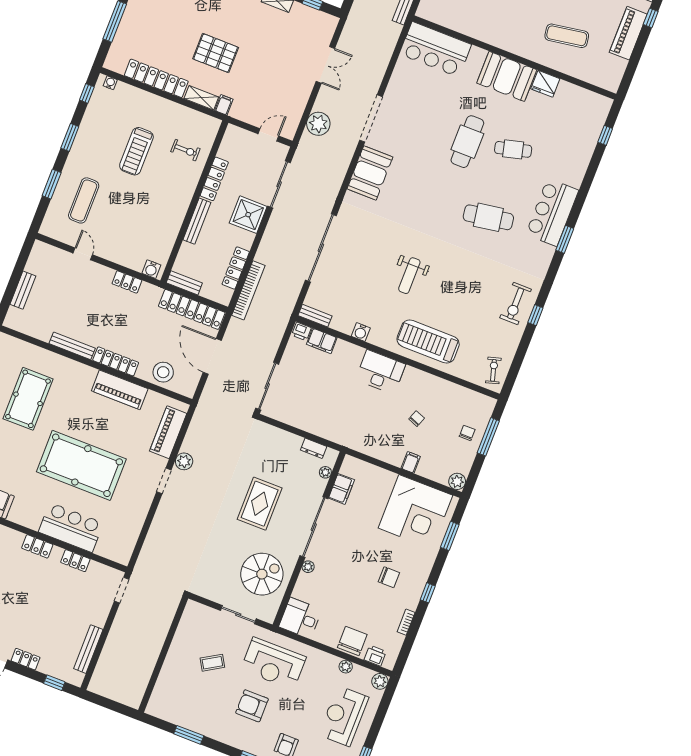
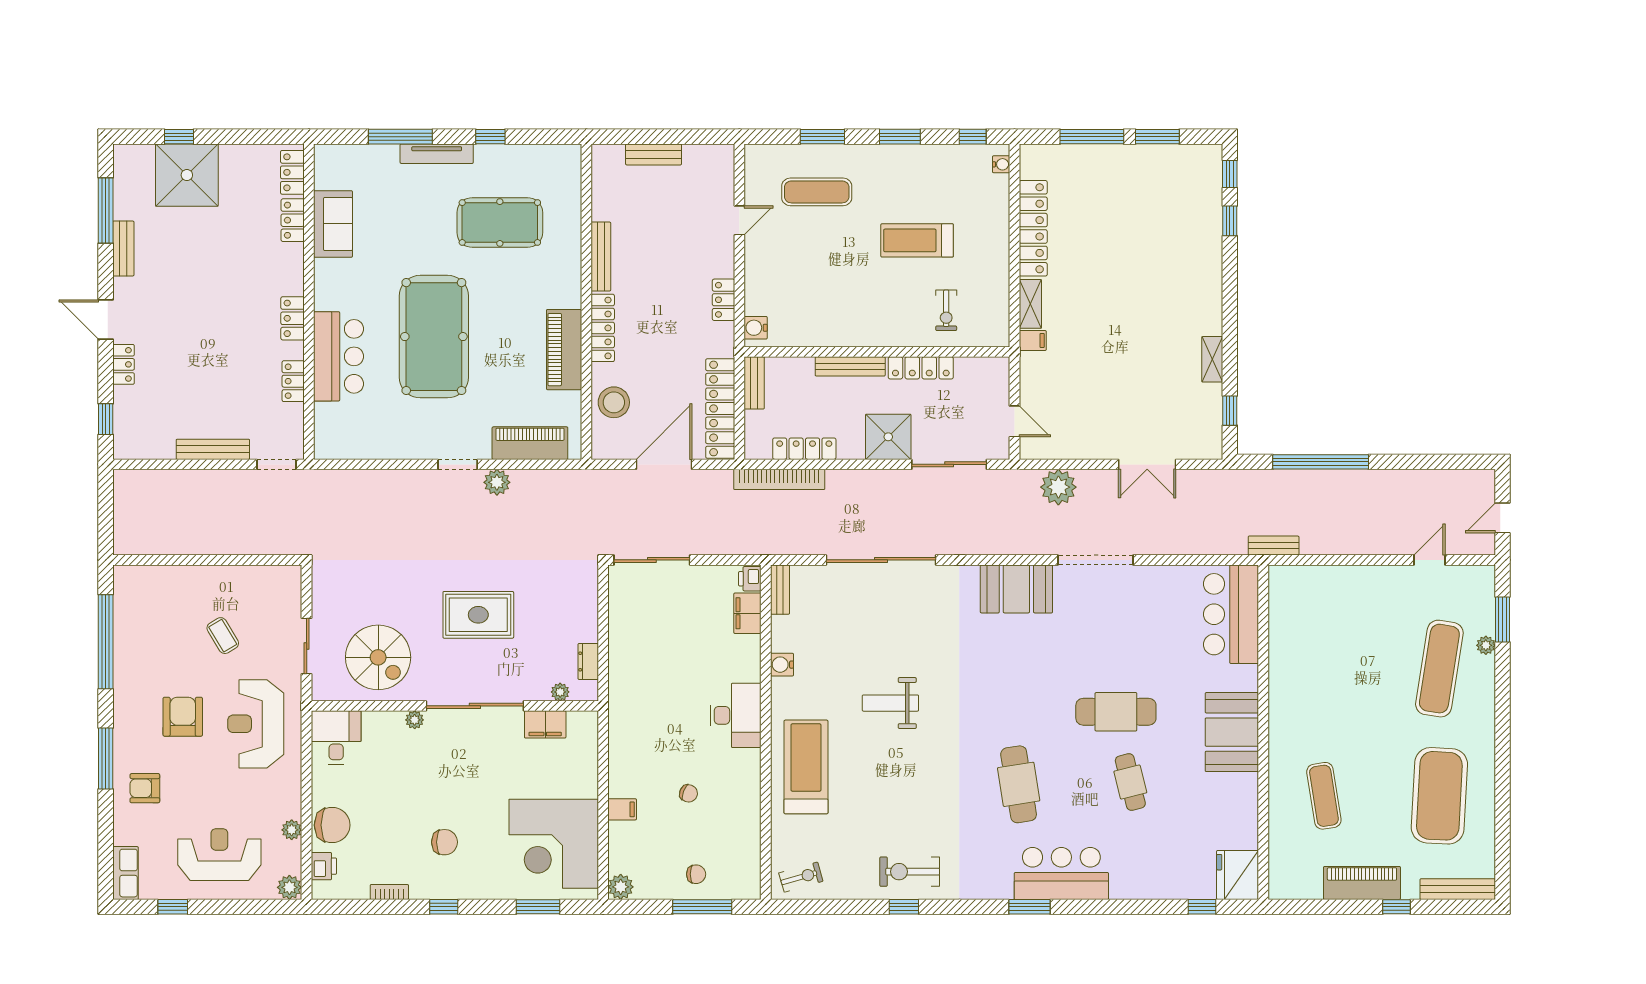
pallet: (216, 53) -> (1103, 300), removed
fridge: (545, 84) -> (1238, 875), moved, width x1.36, depth x1.34
chair: (389, 577) -> (444, 842), turned -90
bench: (88, 649) -> (213, 449), moved
window: (189, 735) -> (106, 642), width x2.11

